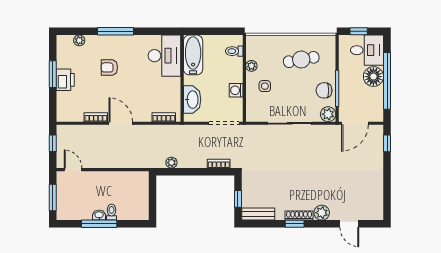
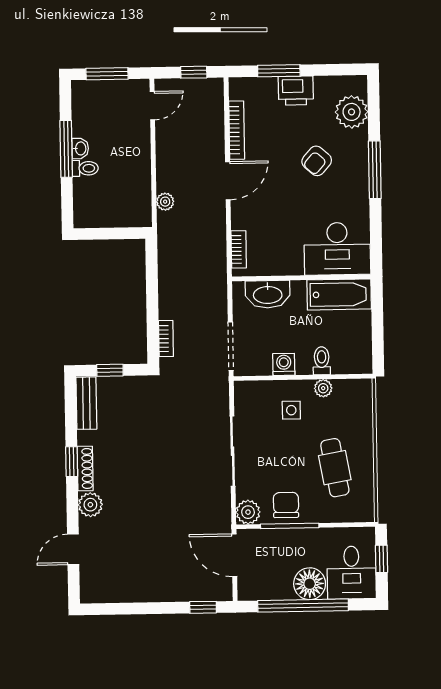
plant: (79, 40) -> (352, 112), width x1.87, depth x1.87
toilet: (234, 51) -> (322, 361), moved
armchair: (109, 67) -> (317, 161), turned -139
window: (53, 74) -> (279, 71), moved
bookcase: (96, 117) -> (237, 130), width x1.56
plant: (171, 163) -> (165, 202), moved

